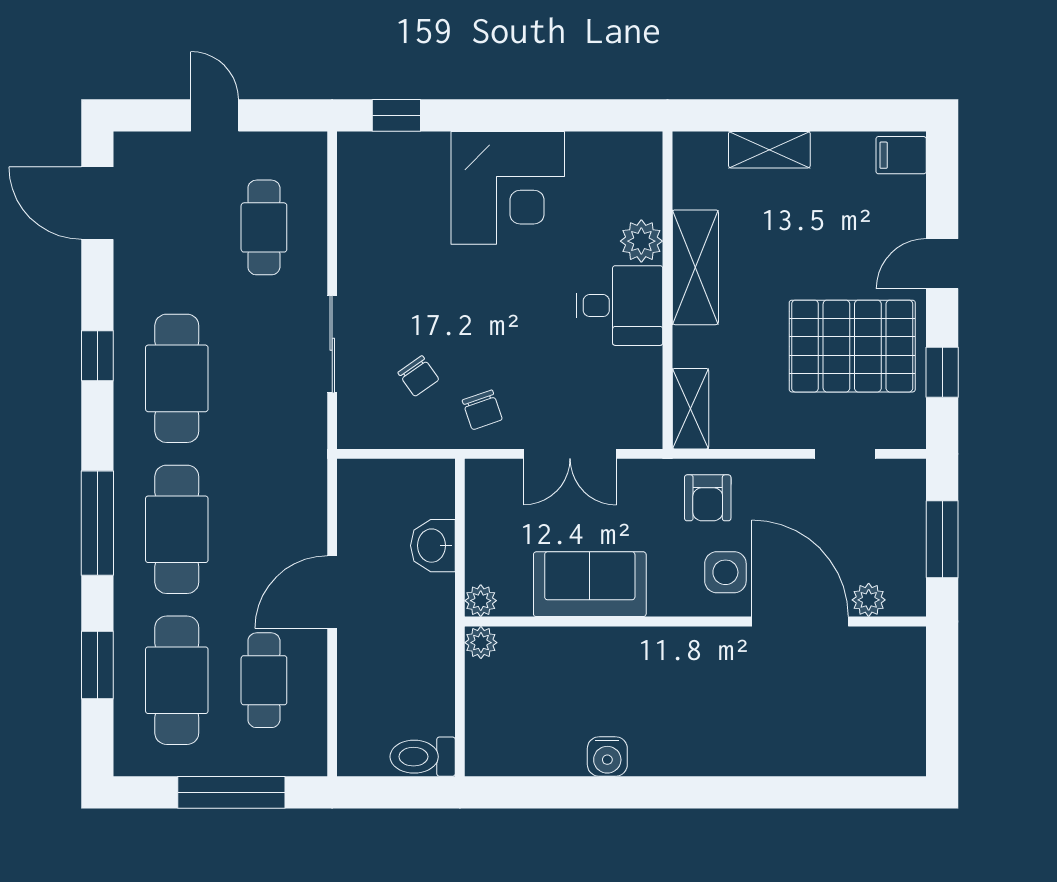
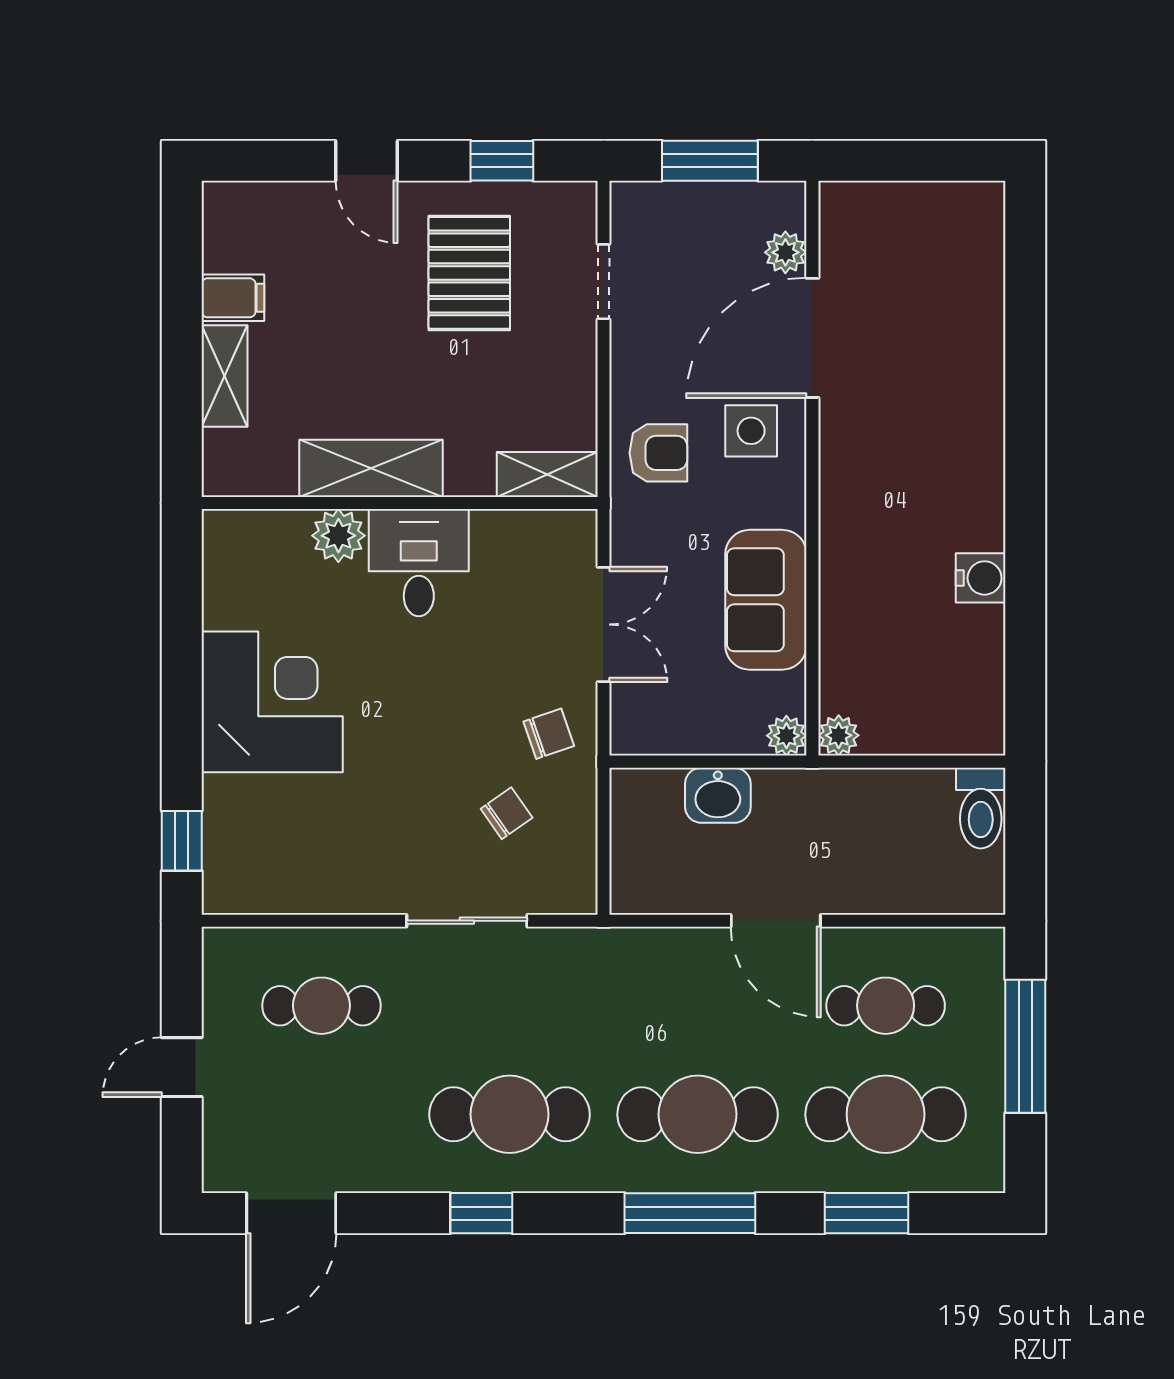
filing cabinet: (901, 155) -> (233, 298), moved, turned -90
pallet: (852, 346) -> (469, 273), width x0.73, depth x0.71

